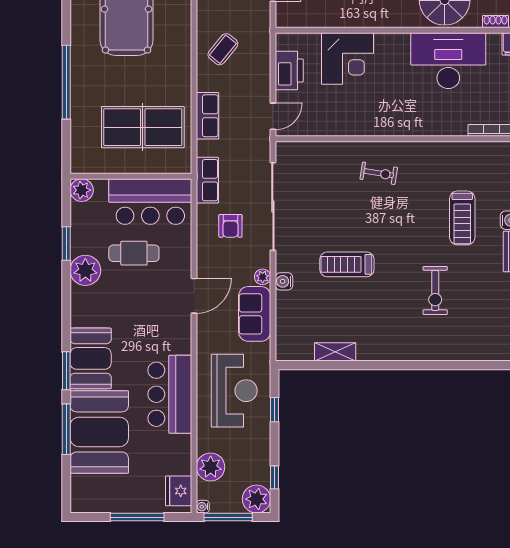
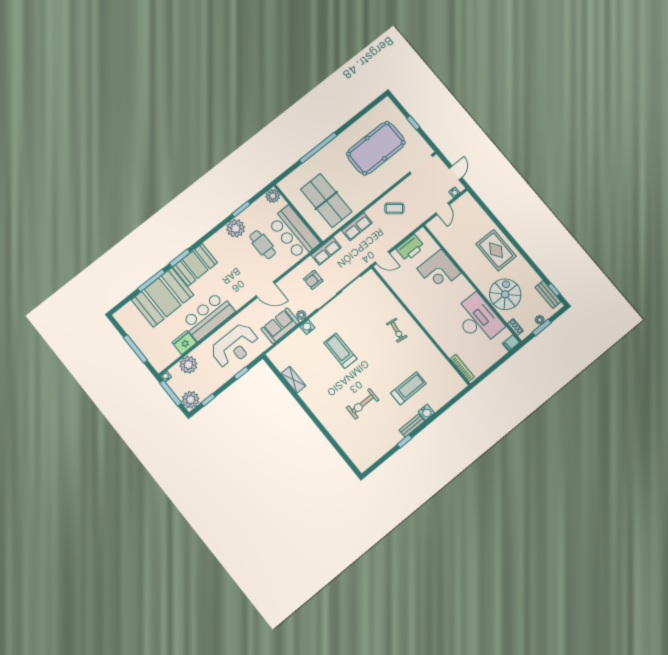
treadmill: (462, 218) -> (408, 388), turned 180
fridge: (179, 491) -> (184, 343), moved

